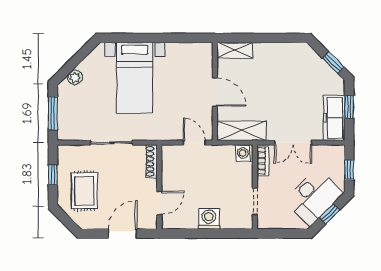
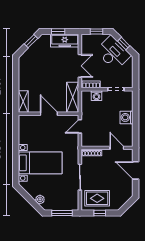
door: (215, 92) -> (49, 114), hinge flipped
washing machine: (244, 153) -> (96, 96), moved
rug: (84, 191) -> (97, 198), moved

